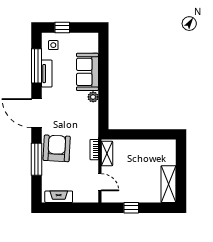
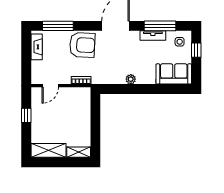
sofa: (87, 72) -> (174, 74), moved
shelving: (107, 153) -> (79, 152), moved
window: (36, 159) -> (58, 26), moved

